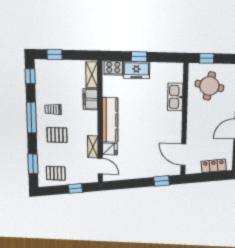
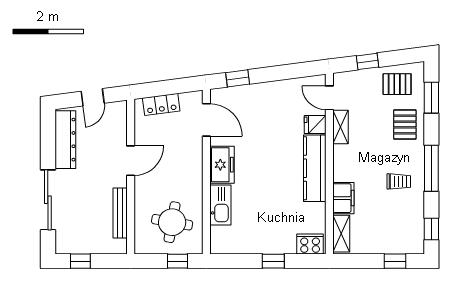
freezer: (136, 70) -> (222, 165), moved, turned 90
pallet: (57, 135) -> (405, 124), moved, turned 90

